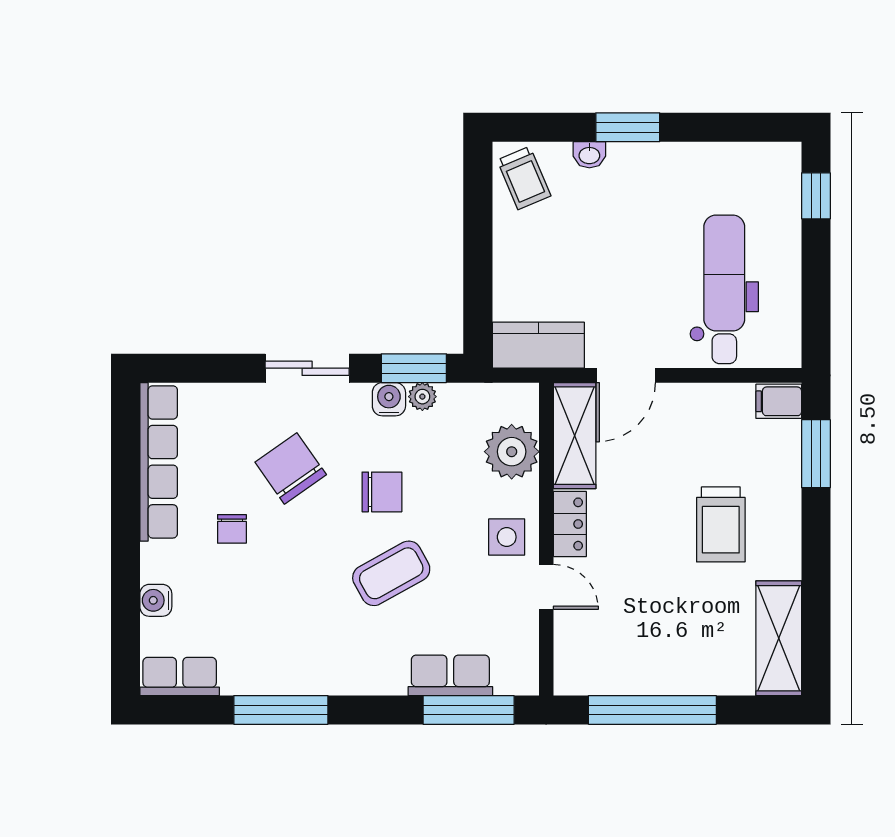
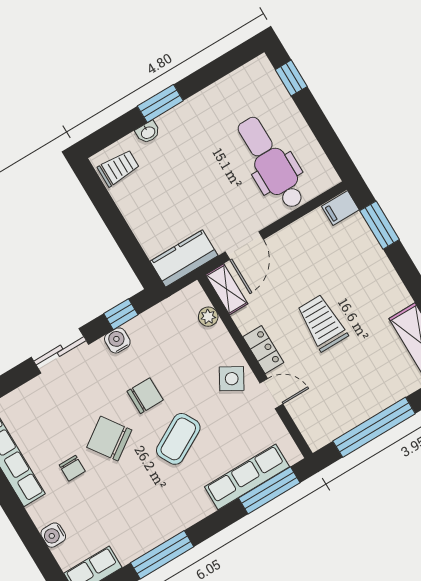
trolley: (524, 178) -> (118, 168), turned -67
window: (414, 368) -> (121, 314), width x0.67
plant: (422, 397) -> (135, 327), removed
shelving: (575, 436) -> (227, 289), width x0.67, depth x0.75
plant: (512, 452) -> (208, 317), width x0.53, depth x0.53
chair: (291, 468) -> (109, 439), moved
trolley: (721, 524) -> (322, 323), moved, turned 180
side table: (507, 537) -> (232, 379), turned 30
row of seats: (450, 675) -> (247, 477), width x1.48

